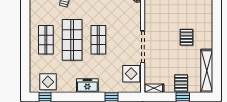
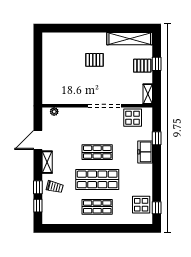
freezer: (87, 86) -> (145, 152), moved

